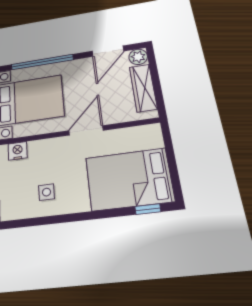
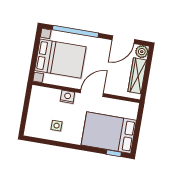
nightstand: (18, 151) -> (67, 97), moved

